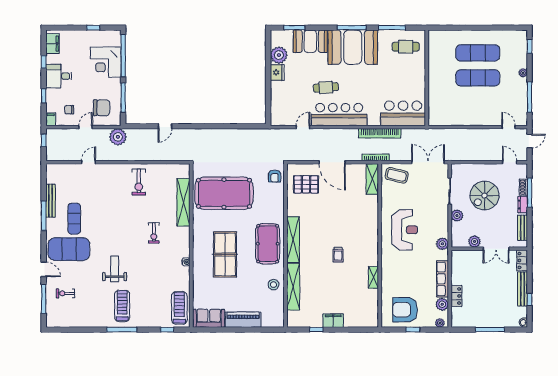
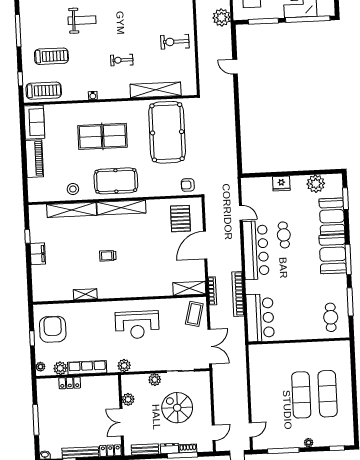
booth: (353, 47) -> (333, 254), width x0.73, depth x0.70
fridge: (277, 72) -> (281, 184), moved
treadmill: (122, 306) -> (51, 56), moved

